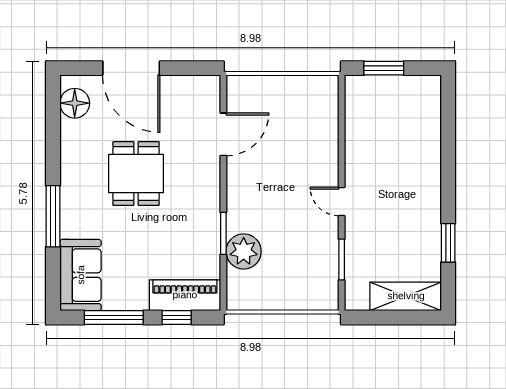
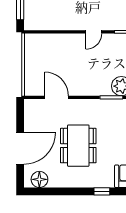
dining table: (136, 174) -> (78, 146), width x1.38
window: (53, 216) -> (102, 191), width x0.46

